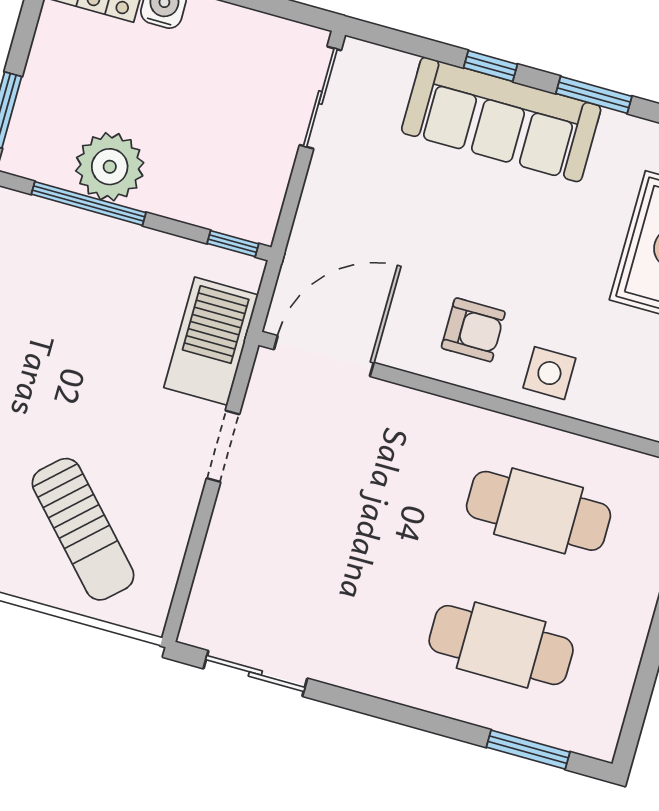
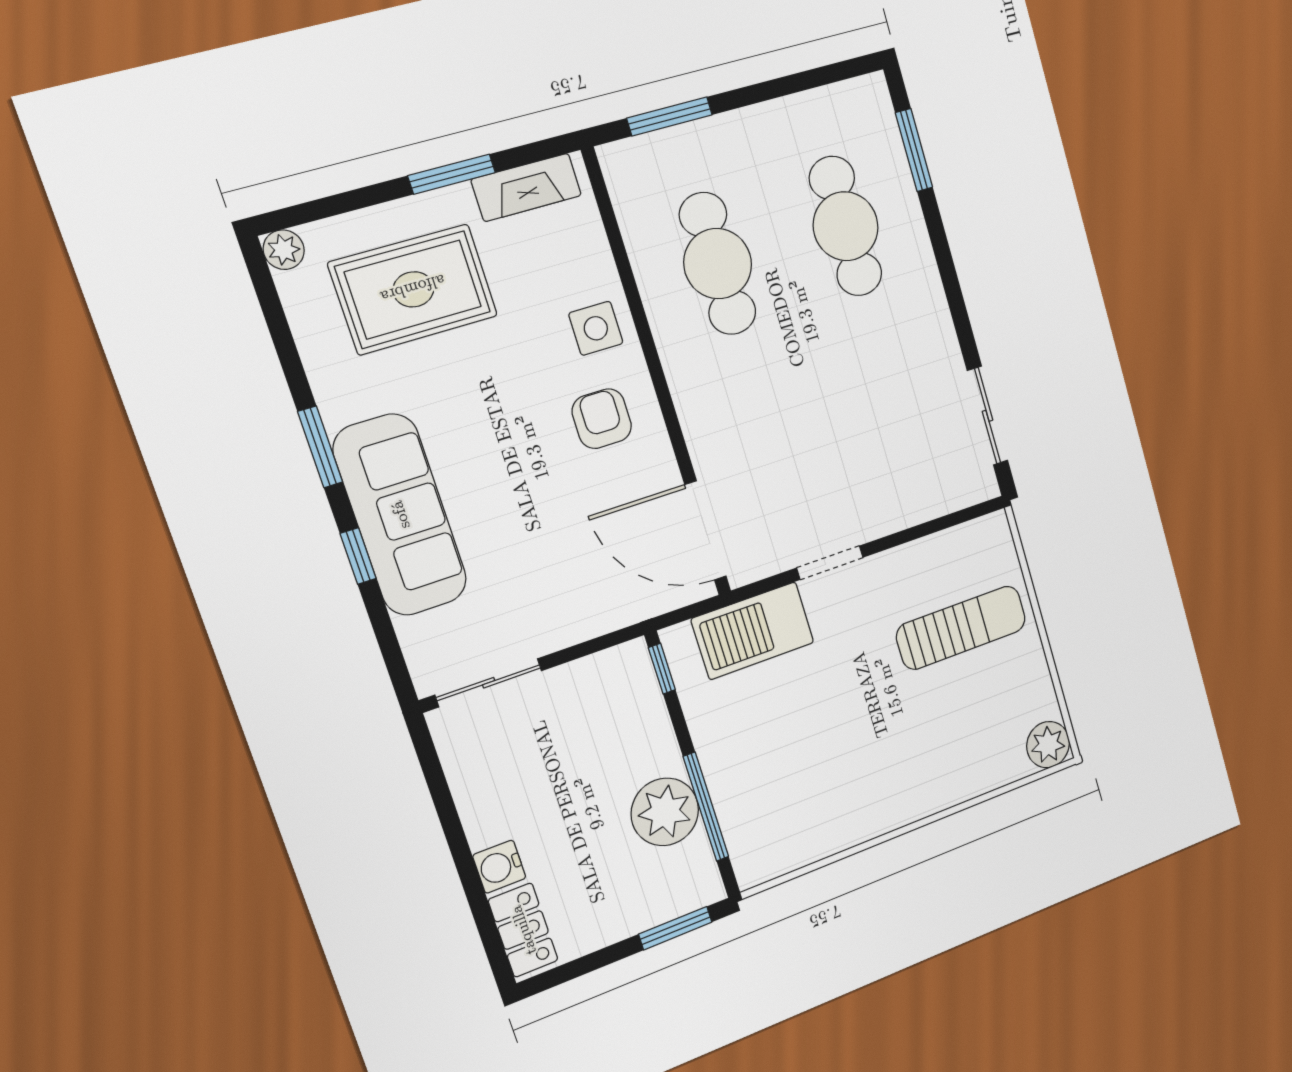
sun lounger: (83, 529) -> (961, 628), turned 43

